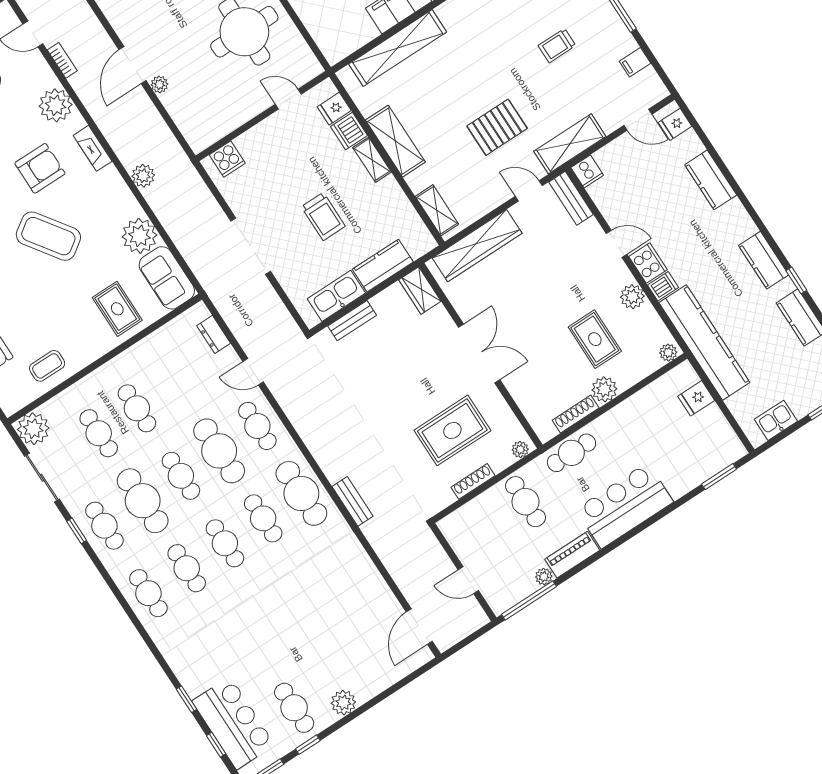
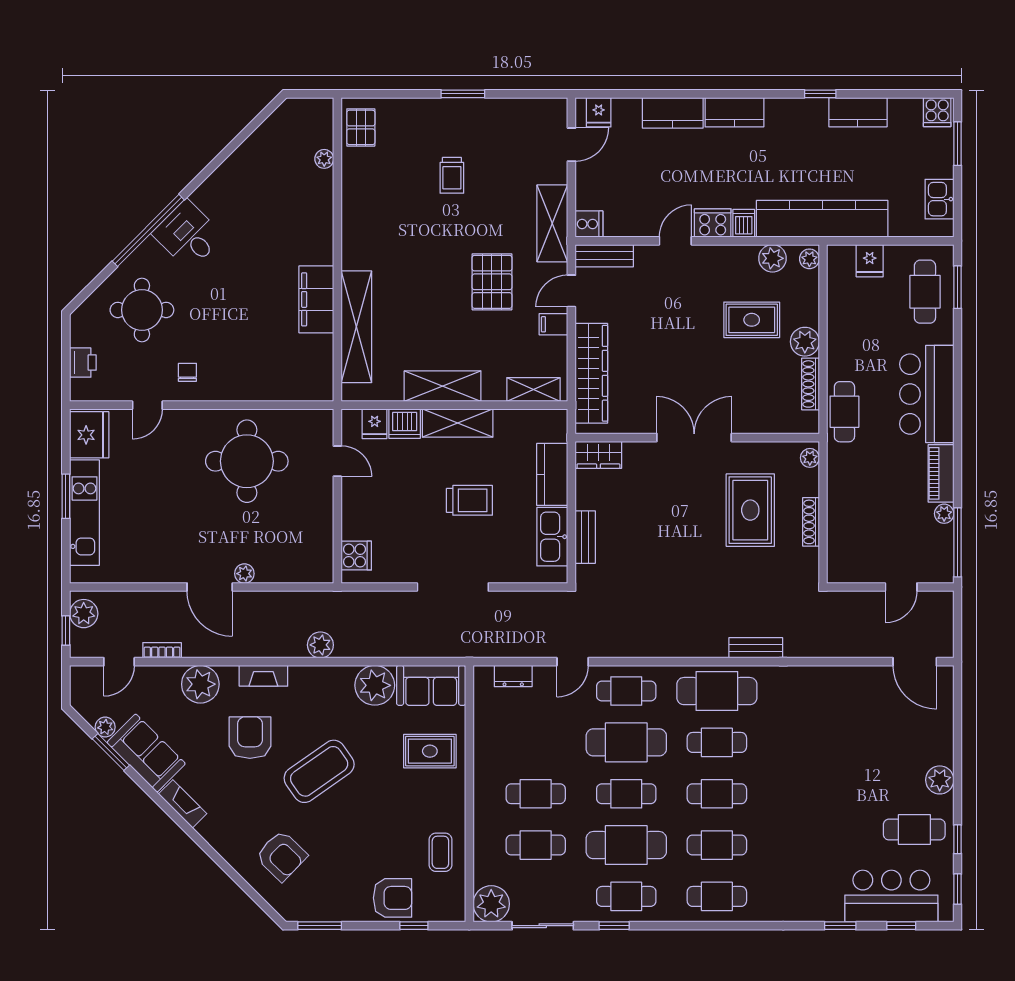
filing cabinet: (635, 62) -> (553, 324), moved, turned 90
door: (288, 99) -> (337, 461), swing flipped
shelving: (372, 160) -> (458, 423), width x1.50, depth x1.33
kitchen counter: (764, 260) -> (734, 112), moved
plant: (632, 297) -> (772, 258), moved
cafe table: (525, 502) -> (925, 292), moved, turned 90

